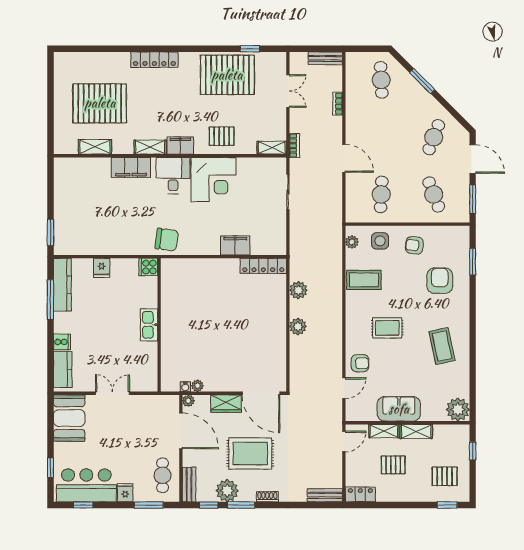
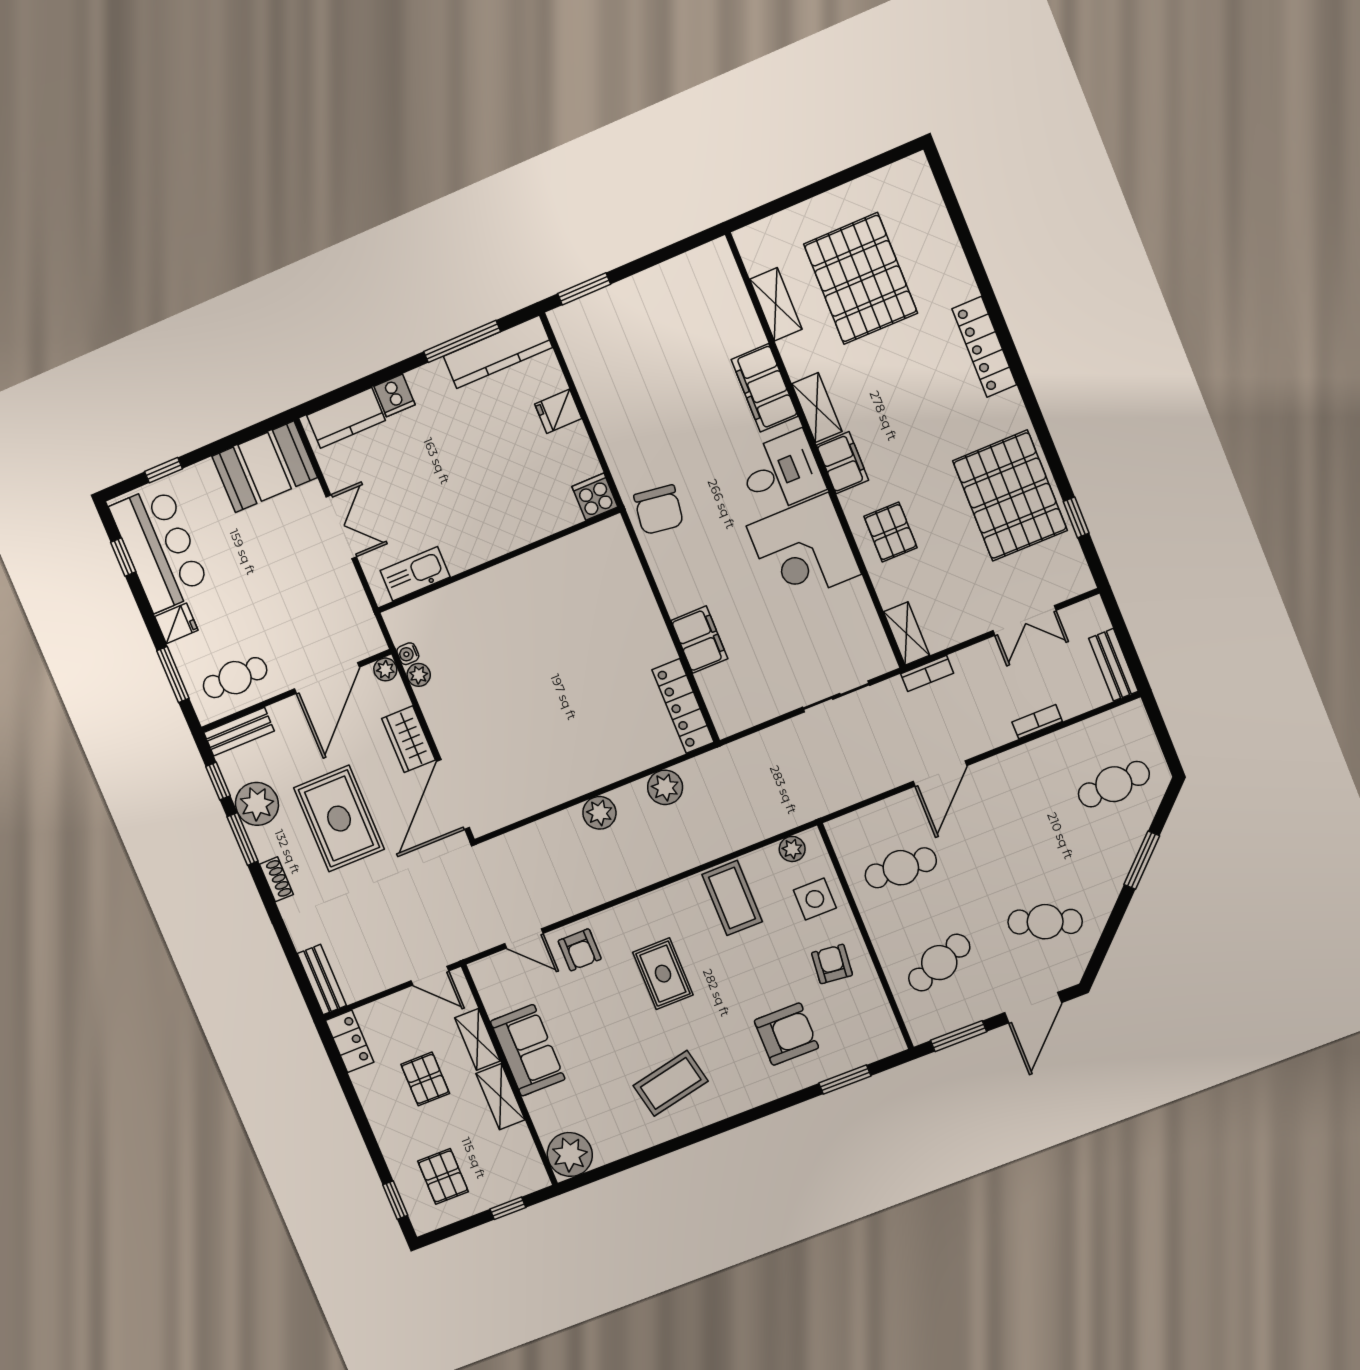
kitchen sink: (149, 325) -> (415, 574), moved

